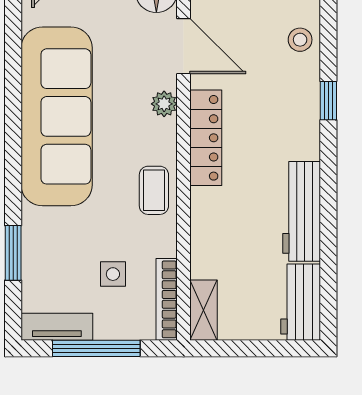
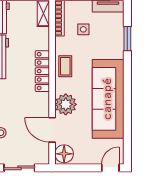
plant: (164, 104) -> (66, 104), width x1.87, depth x1.87
locker: (206, 138) -> (42, 71), moved

